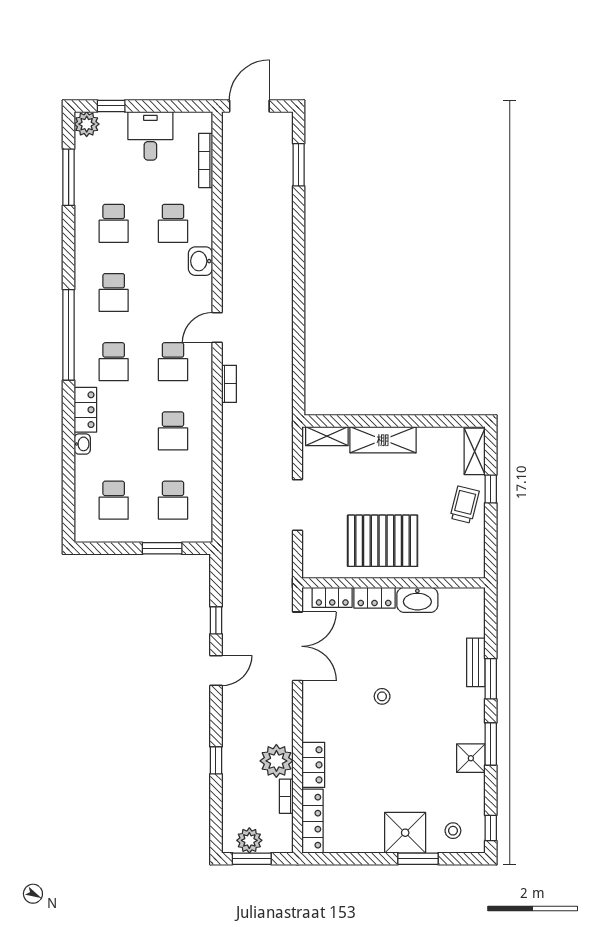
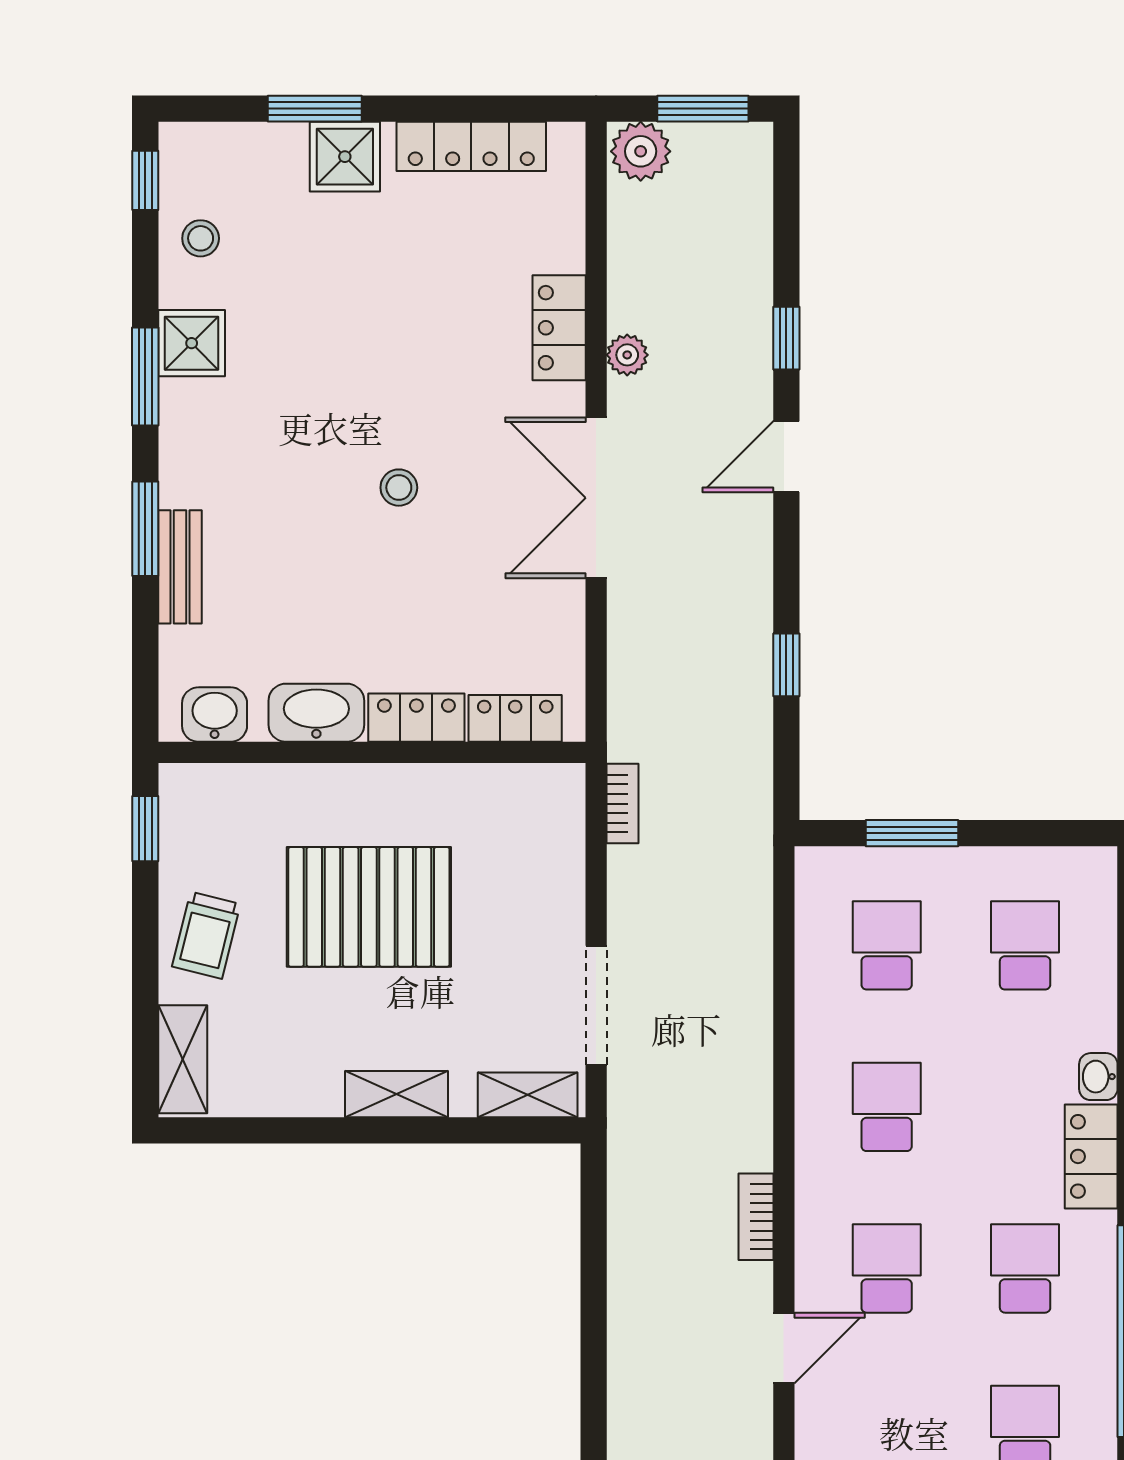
shelving: (383, 440) -> (396, 1094), width x0.67, depth x0.75
window: (491, 489) -> (145, 829), moved
doorway: (297, 505) -> (596, 1005), moved
pallet: (383, 541) -> (369, 907), moved
washbasin: (461, 599) -> (215, 715), added
double door: (297, 646) -> (596, 498), moved
door: (216, 670) -> (786, 457), moved
plant: (276, 761) -> (627, 355), width x0.53, depth x0.53
bookcase: (286, 796) -> (623, 804), moved
locker: (313, 821) -> (471, 146), moved, turned -90
stool: (453, 831) -> (201, 238), moved
shower: (405, 833) -> (345, 157), width x0.73, depth x0.73
plant: (249, 840) -> (641, 151), moved

